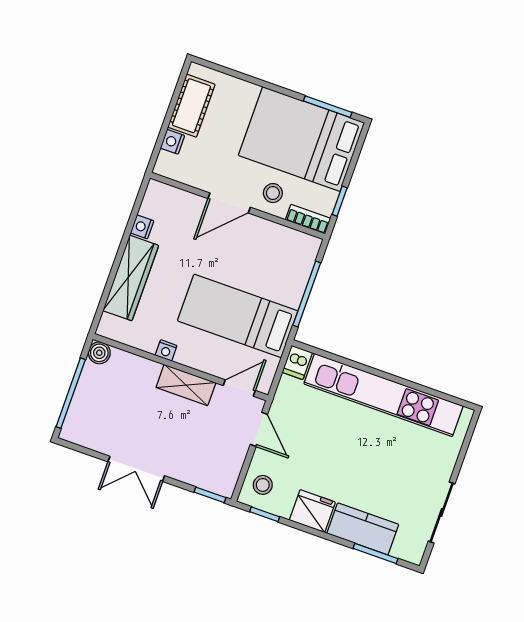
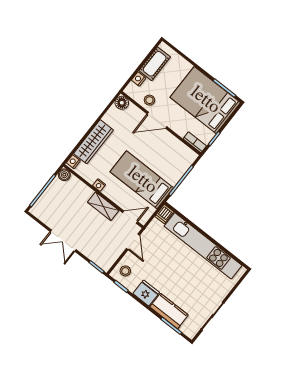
floor lamp: (157, 193) -> (122, 103), added
stool: (273, 193) -> (149, 100), moved
nightstand: (142, 227) -> (73, 162), moved

